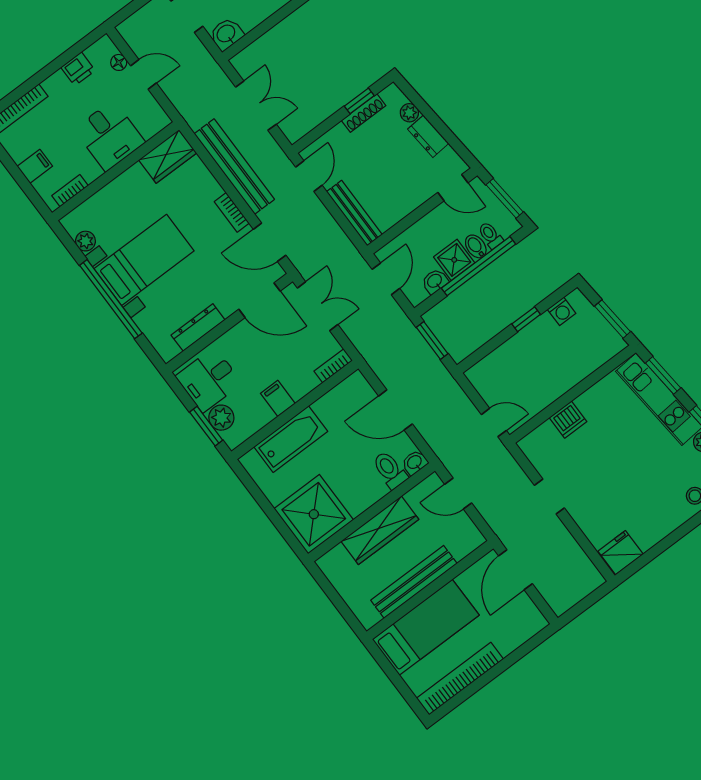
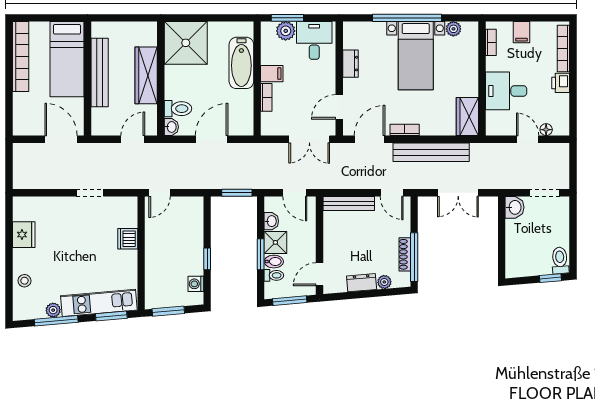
printer: (78, 69) -> (561, 83), moved
door: (144, 74) -> (528, 139), swing flipped
window: (359, 101) -> (414, 257), width x2.17
window: (478, 266) -> (261, 254), width x0.47
door: (259, 300) -> (339, 107), width x0.73
dresser: (198, 328) -> (350, 64), width x0.70
bookcase: (333, 366) -> (266, 97), moved
fridge: (621, 553) -> (24, 235), moved

